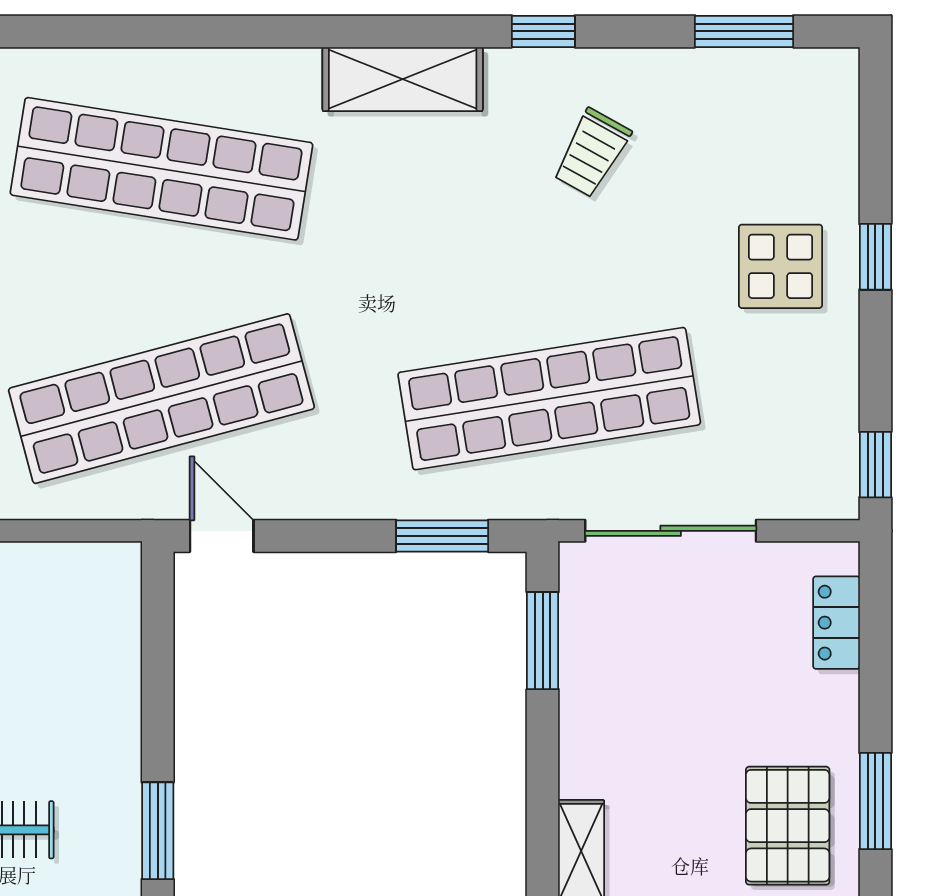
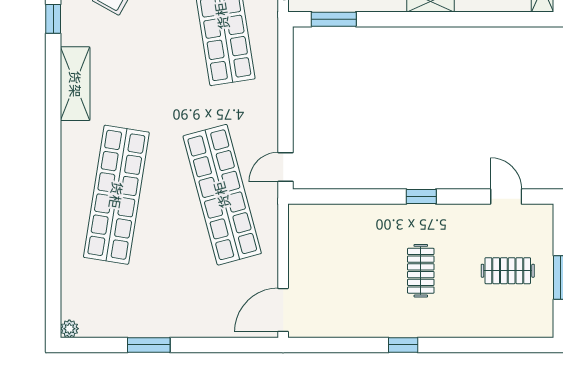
window: (442, 536) -> (285, 65), removed
window: (158, 831) -> (421, 196), width x0.67

